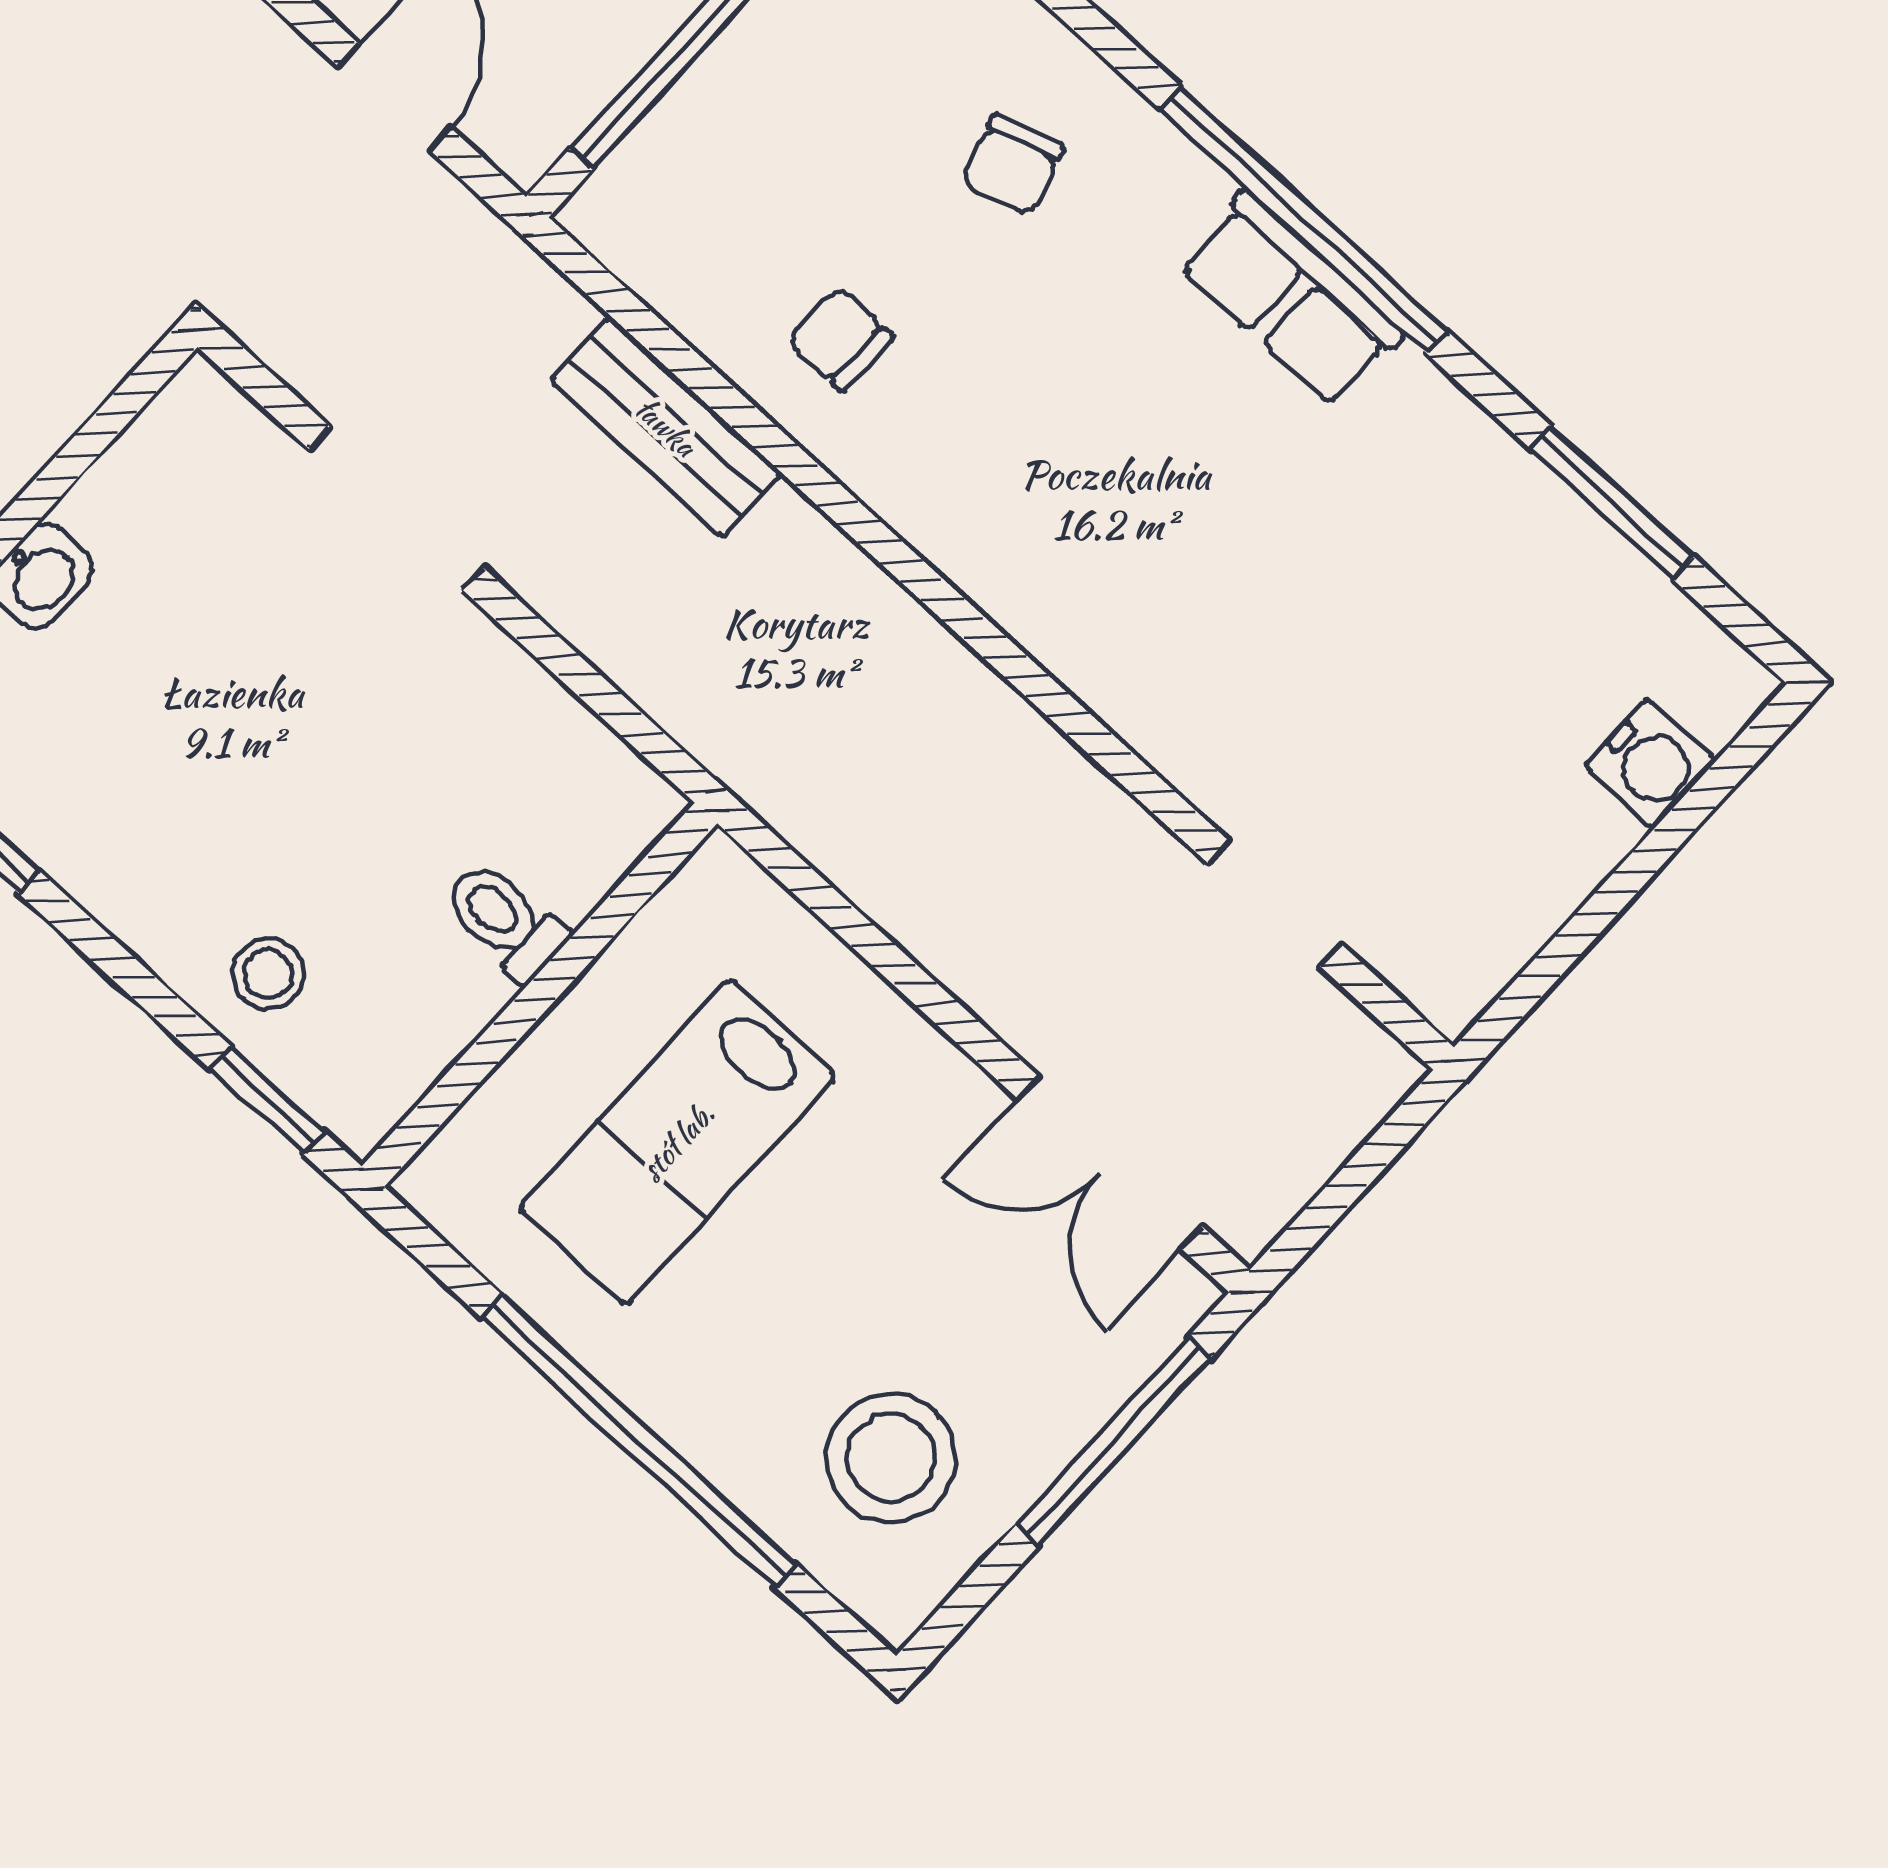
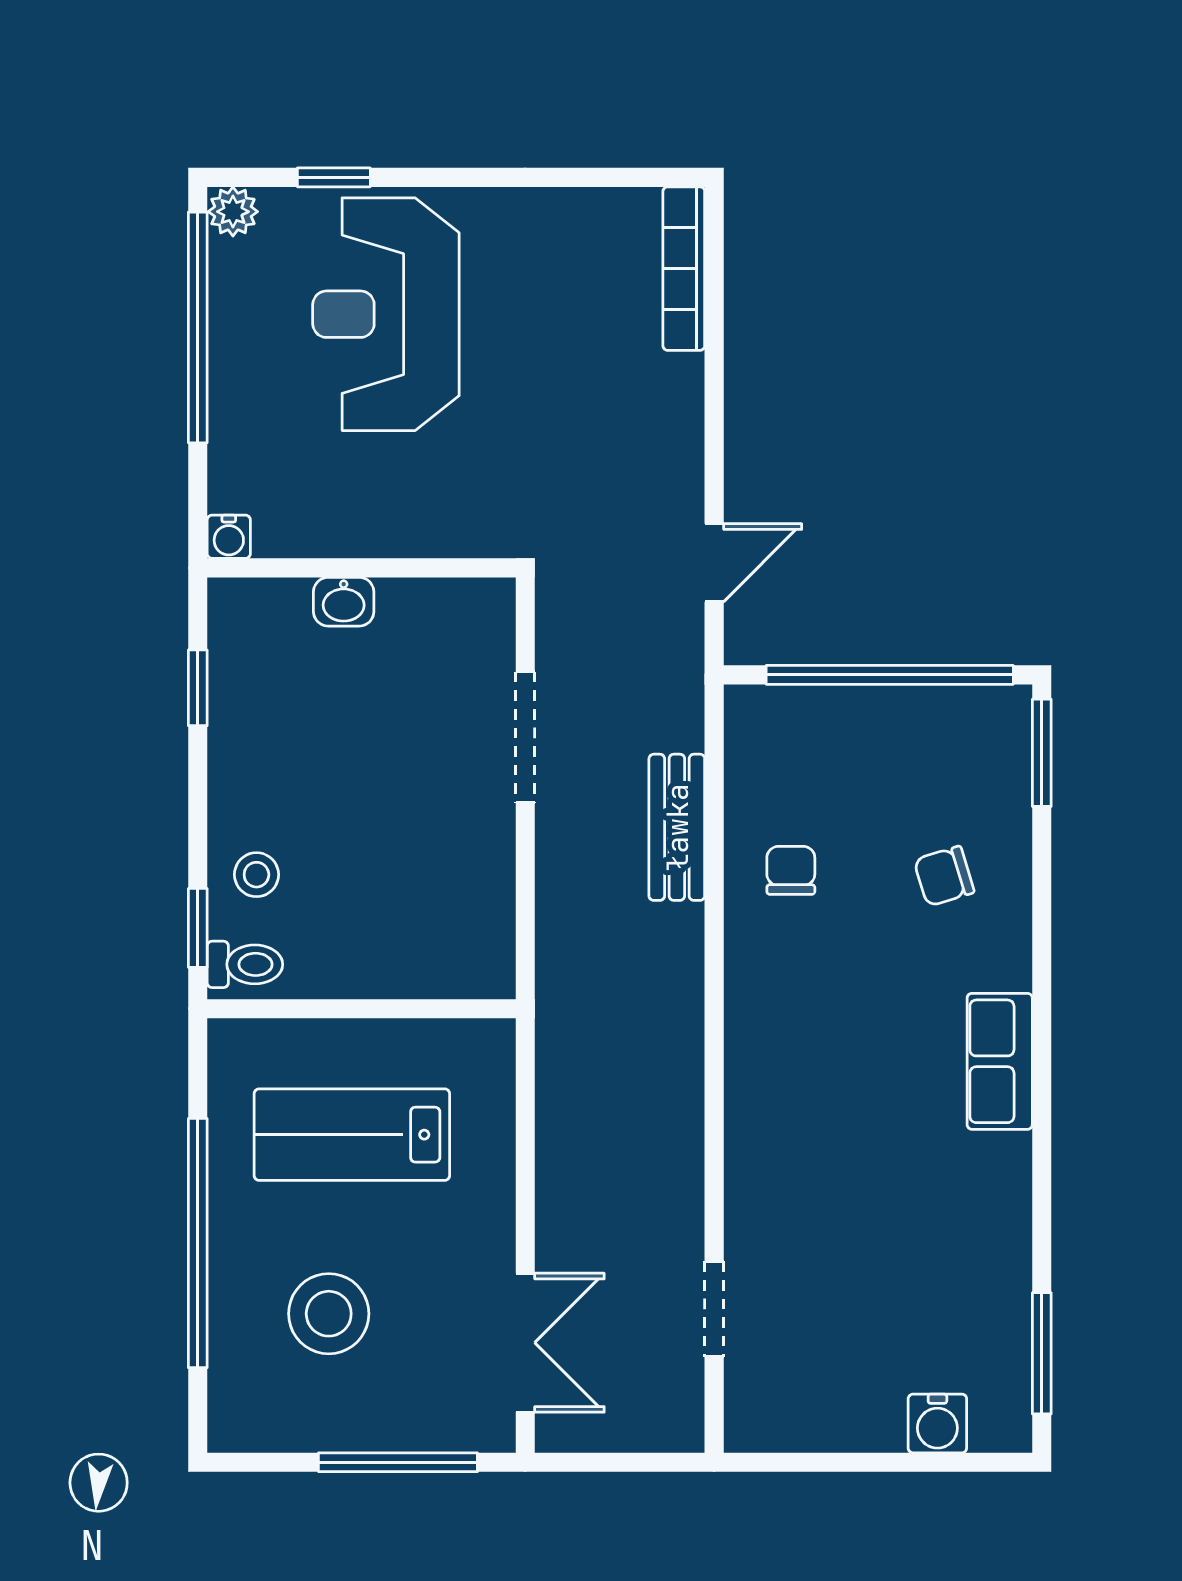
window: (1303, 220) -> (1042, 1034), removed
window: (1612, 502) -> (1042, 1353), moved
toilet: (505, 921) -> (245, 964), moved, turned 90
double door: (1110, 1162) -> (525, 1343), swing flipped
stool: (891, 1458) -> (329, 1314), moved

